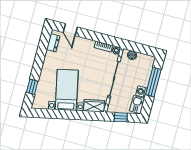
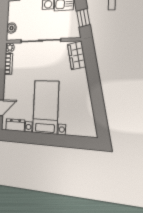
window: (32, 87) -> (70, 141), removed
bed with nightstands: (67, 90) -> (46, 107), moved, turned 102

